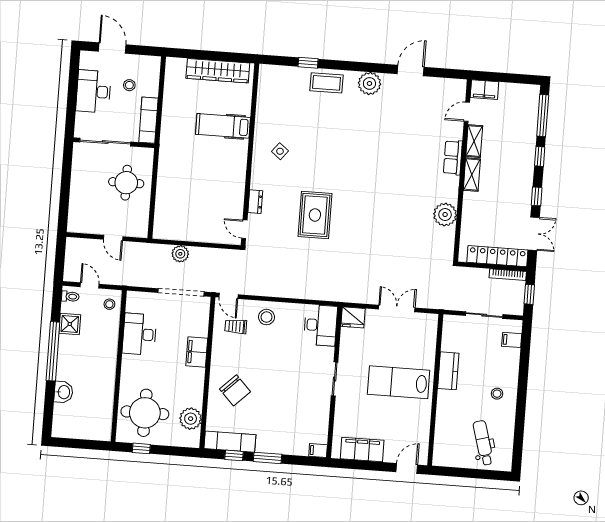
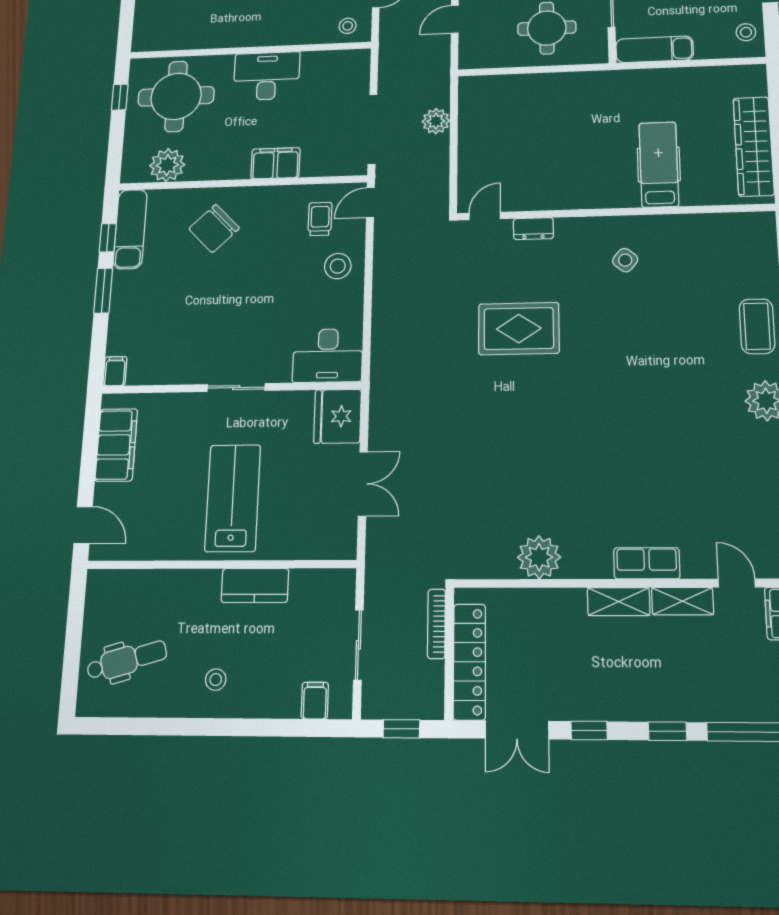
stool: (129, 85) -> (746, 32), moved
bookcase: (508, 275) -> (437, 624), moved
fridge: (353, 317) -> (338, 416), width x1.36, depth x1.34
desk: (139, 334) -> (267, 76), moved

